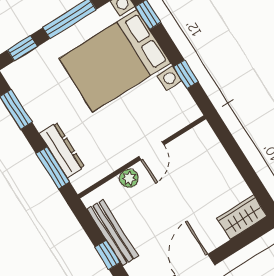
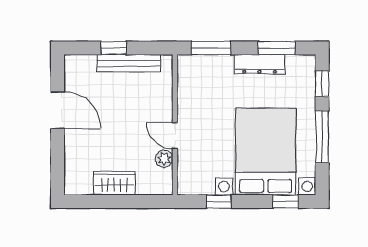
dresser: (62, 150) -> (260, 64), moved
plant: (129, 178) -> (164, 159), moved
wardrobe: (242, 217) -> (114, 183), moved, turned -90

